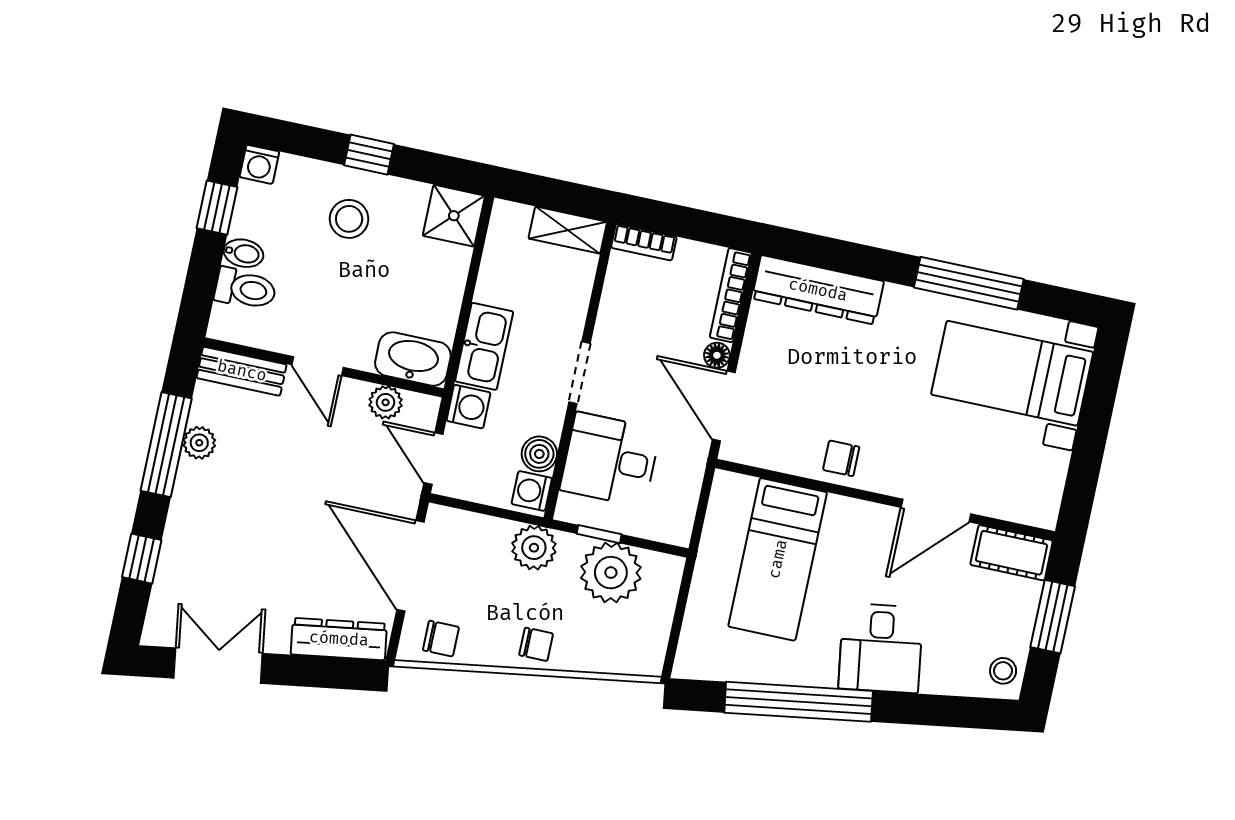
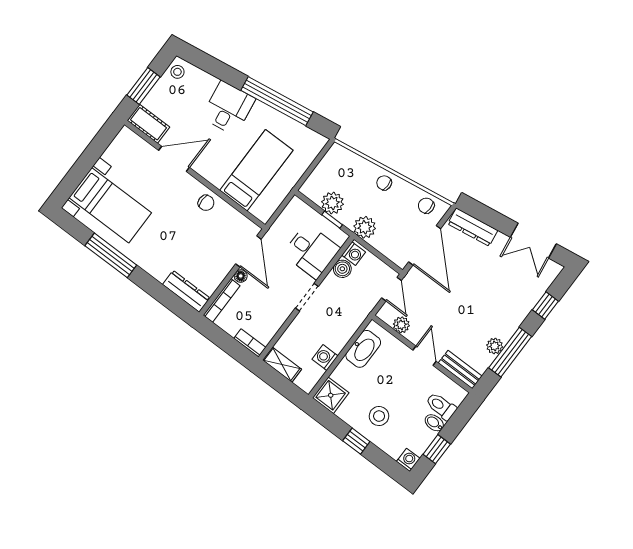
dresser: (818, 290) -> (186, 291), width x0.73, depth x0.80
kitchen sink: (484, 346) -> (345, 329), removed
washbasin: (413, 359) -> (363, 349), moved, turned -90
washing machine: (468, 407) -> (325, 358), moved
plant: (611, 573) -> (332, 203), width x0.73, depth x0.73

